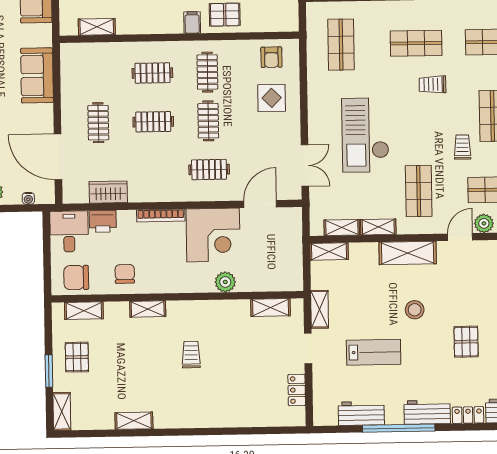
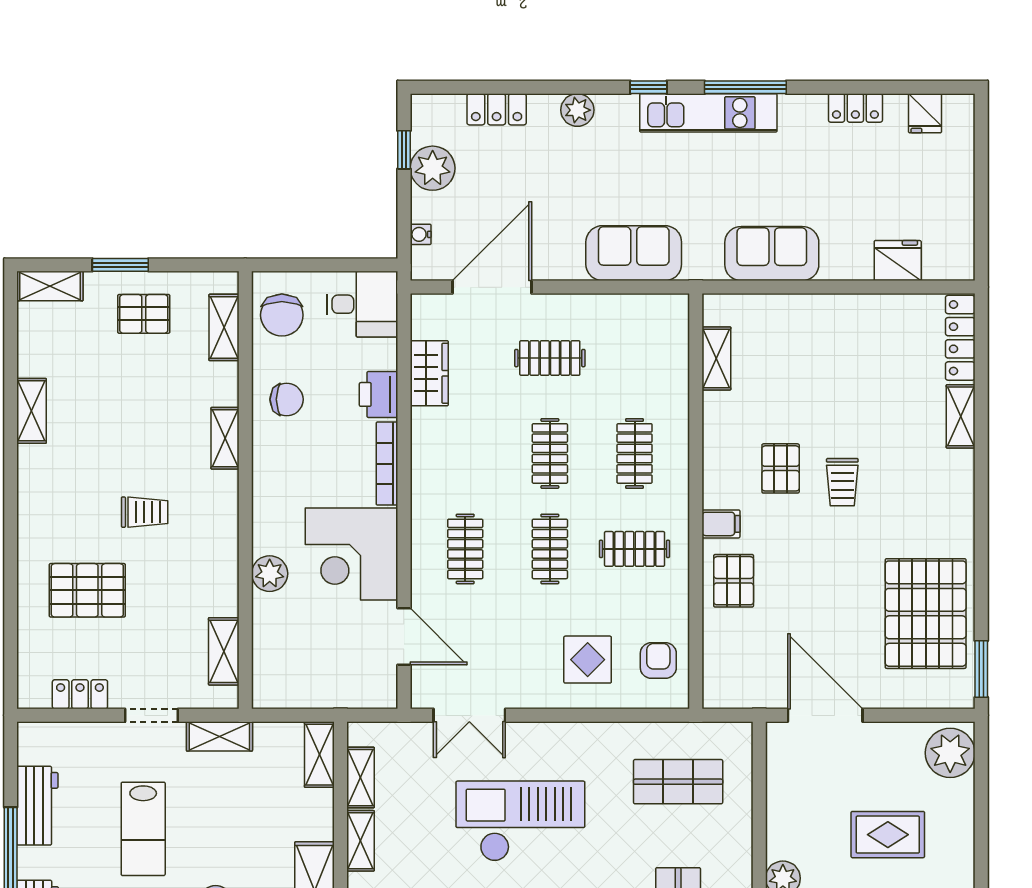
armchair: (271, 57) -> (658, 661), turned 90
clothes rail: (208, 121) -> (550, 549), turned 90
printer: (103, 221) -> (379, 394), moved
chair: (76, 278) -> (282, 315), turned 180
pallet: (237, 387) -> (87, 590), added

